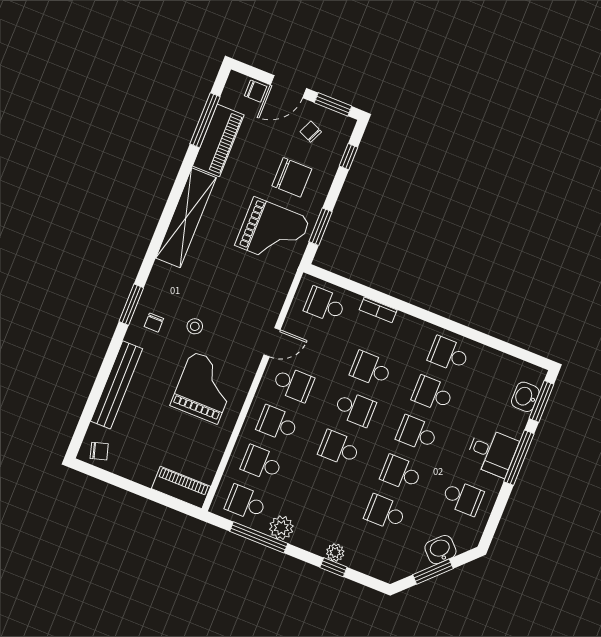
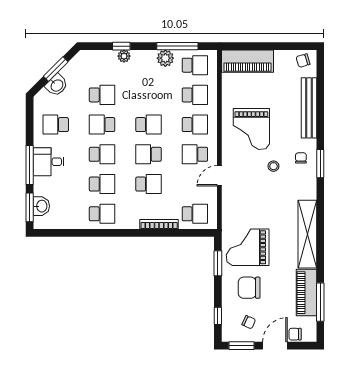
bookcase: (378, 310) -> (159, 224), width x1.56
school desk: (401, 473) -> (102, 125), turned 180
piano: (181, 487) -> (248, 61), width x1.37, depth x1.33

